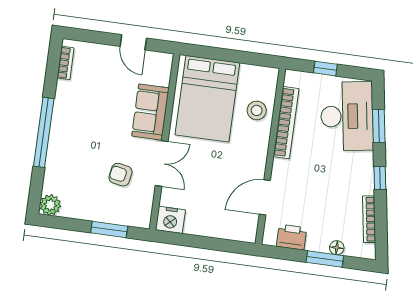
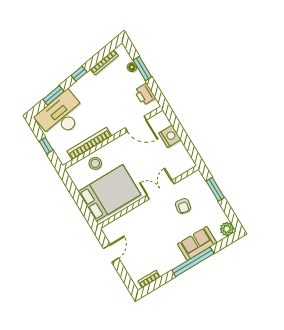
sofa: (150, 112) -> (197, 243), moved, turned 180
nightstand: (170, 220) -> (170, 136), moved

